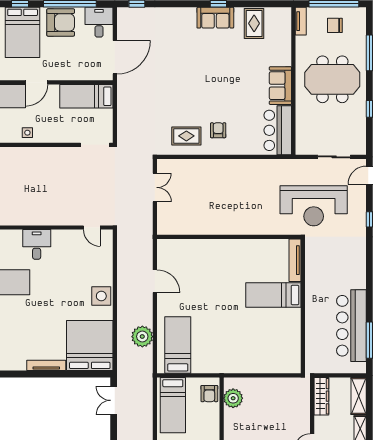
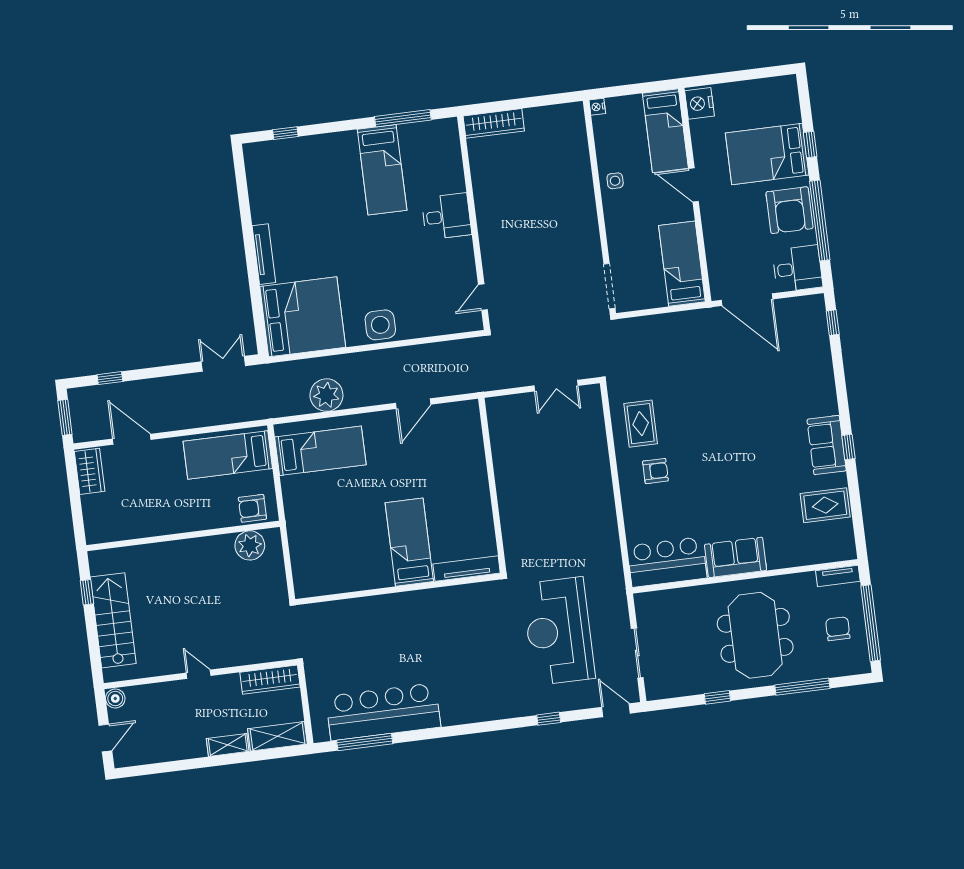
tv unit: (295, 260) -> (467, 569), moved
bed: (273, 295) -> (409, 542), moved
wall: (303, 306) -> (398, 589), moved

